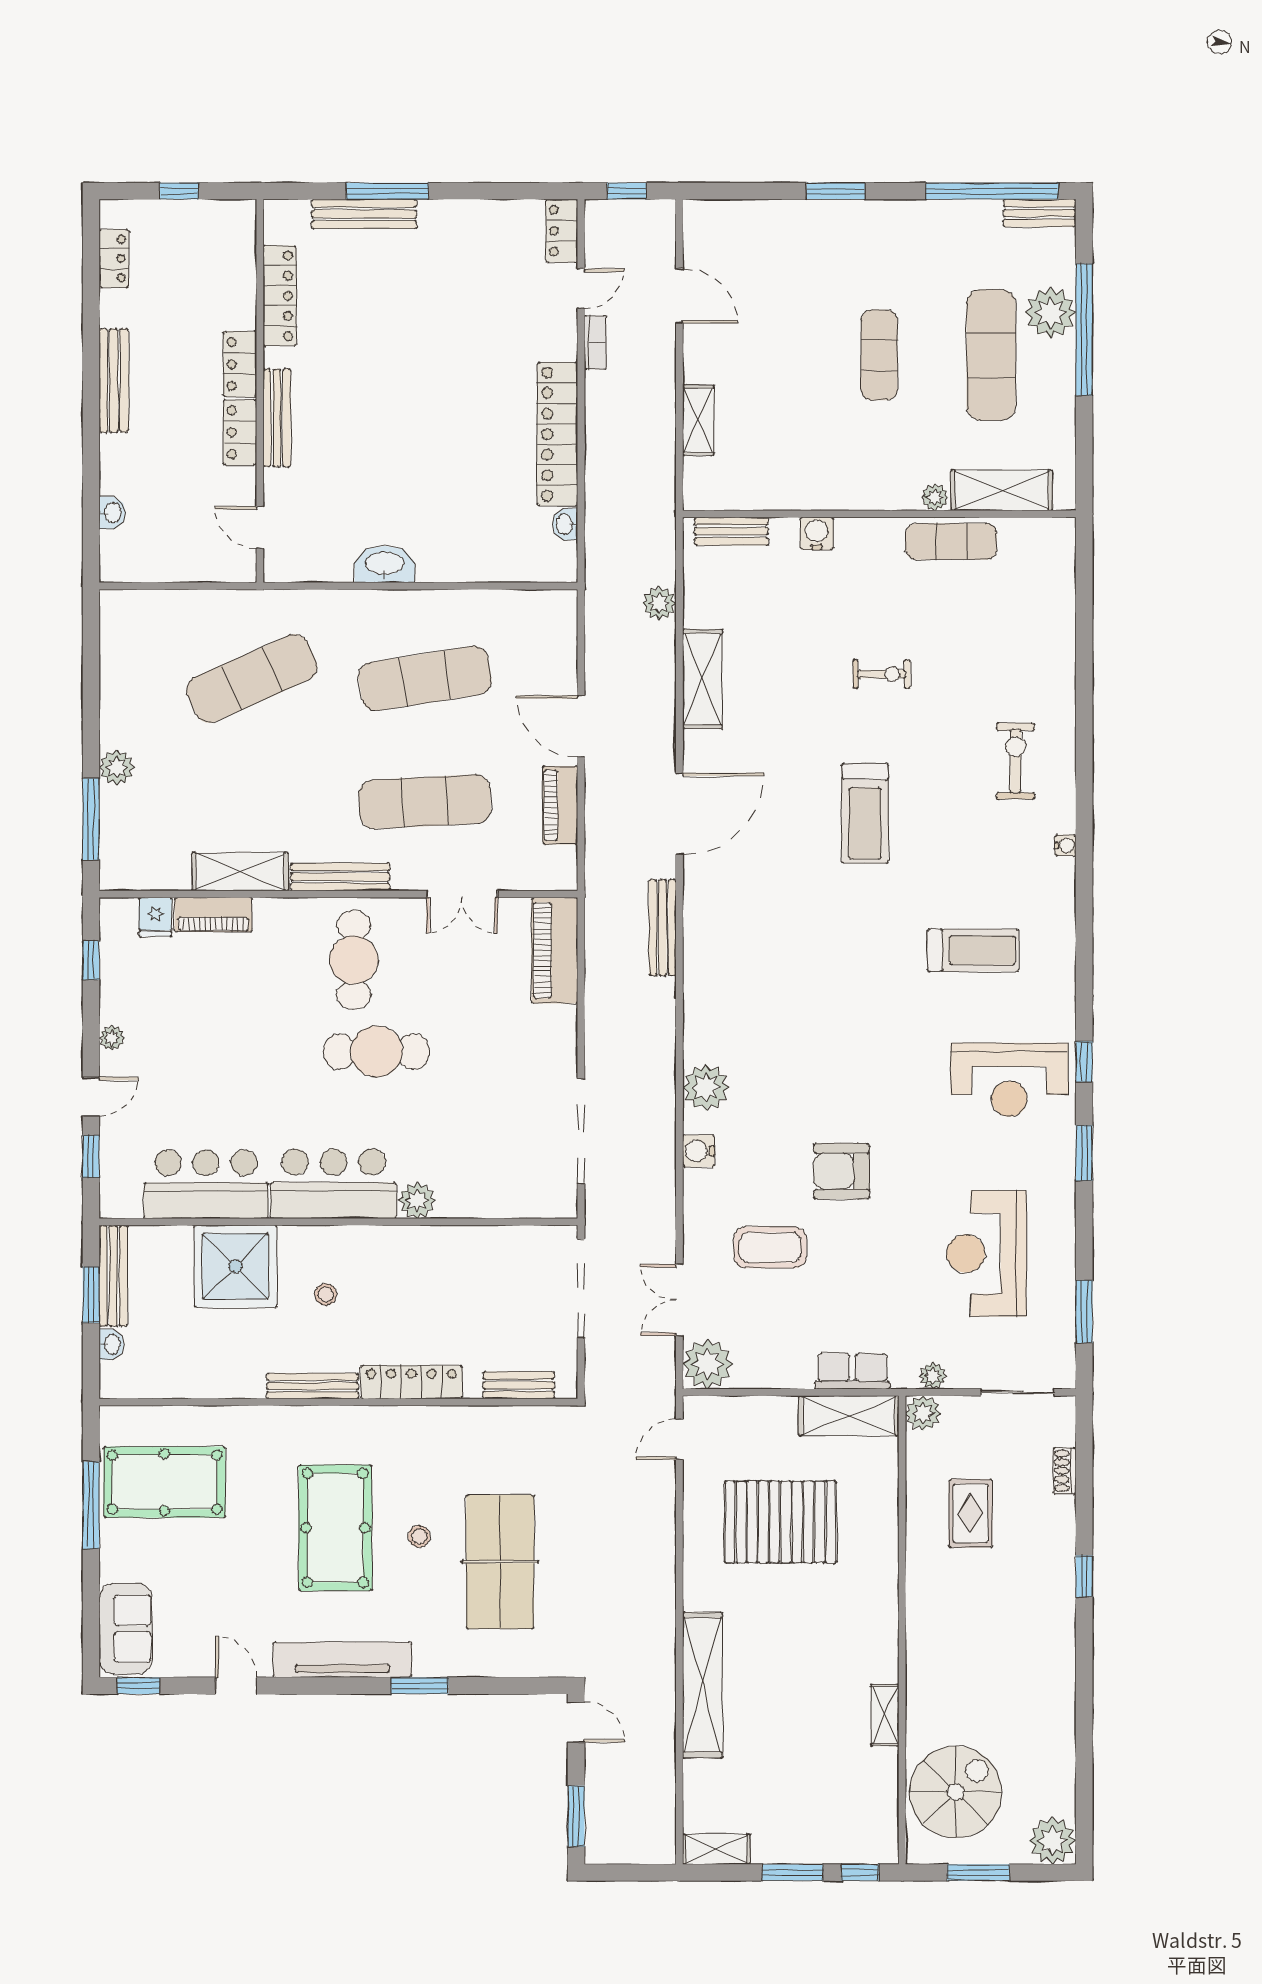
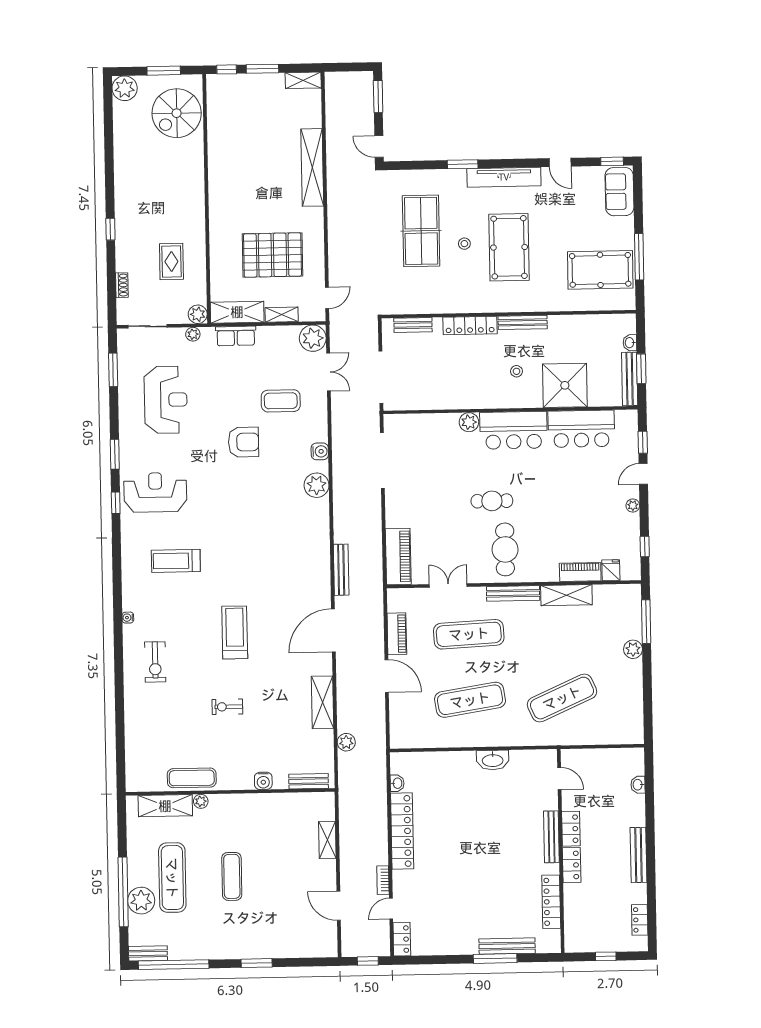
cafe table: (377, 1052) -> (492, 501), width x0.73, depth x0.74
shelving: (885, 1715) -> (282, 315), moved, turned 90

